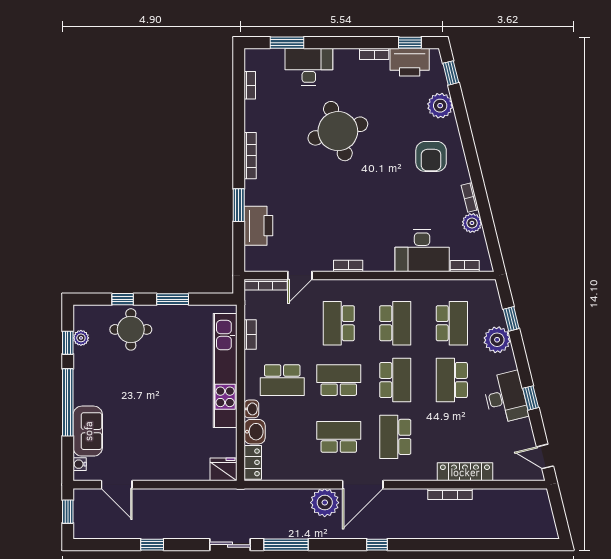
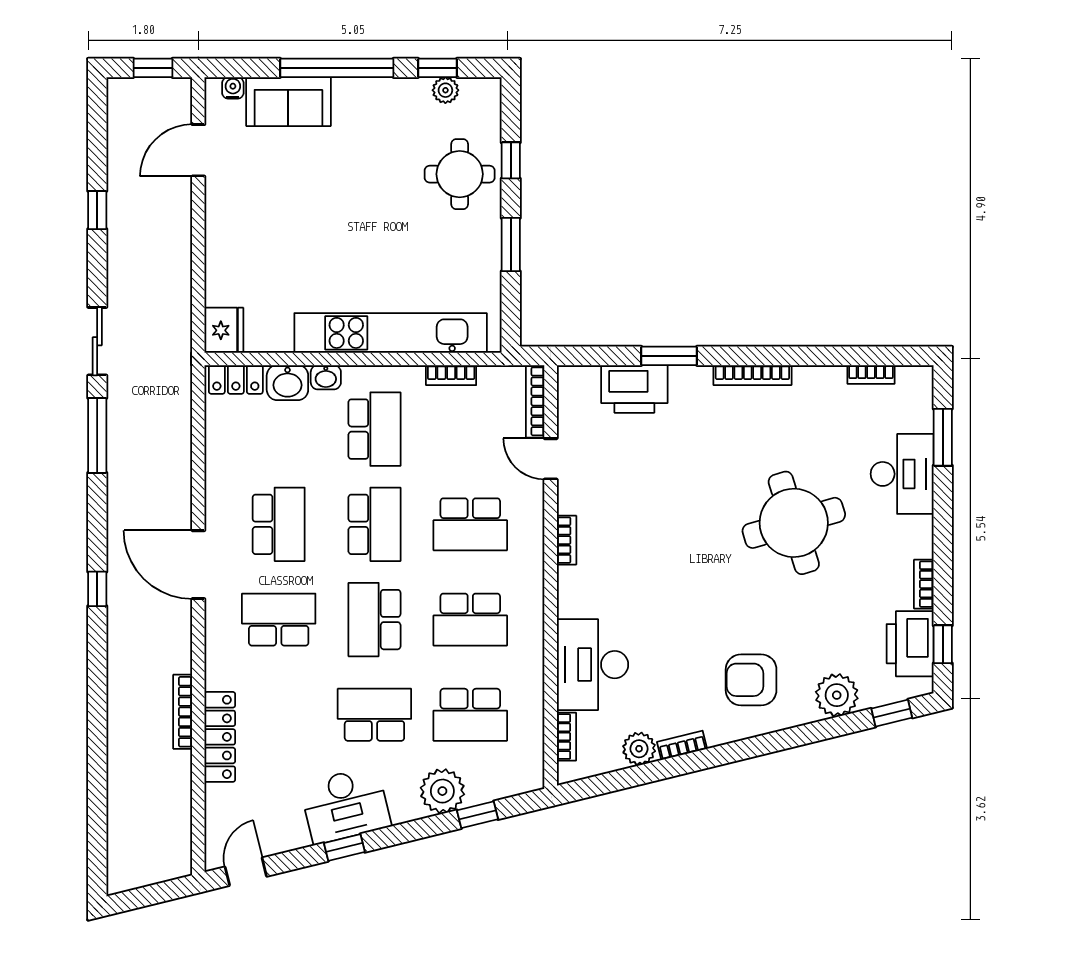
school desk: (339, 323) -> (470, 524), turned 180
school desk: (282, 380) -> (374, 429), turned 180
school desk: (395, 380) -> (374, 620), turned 90
plant: (325, 503) -> (168, 501), removed

